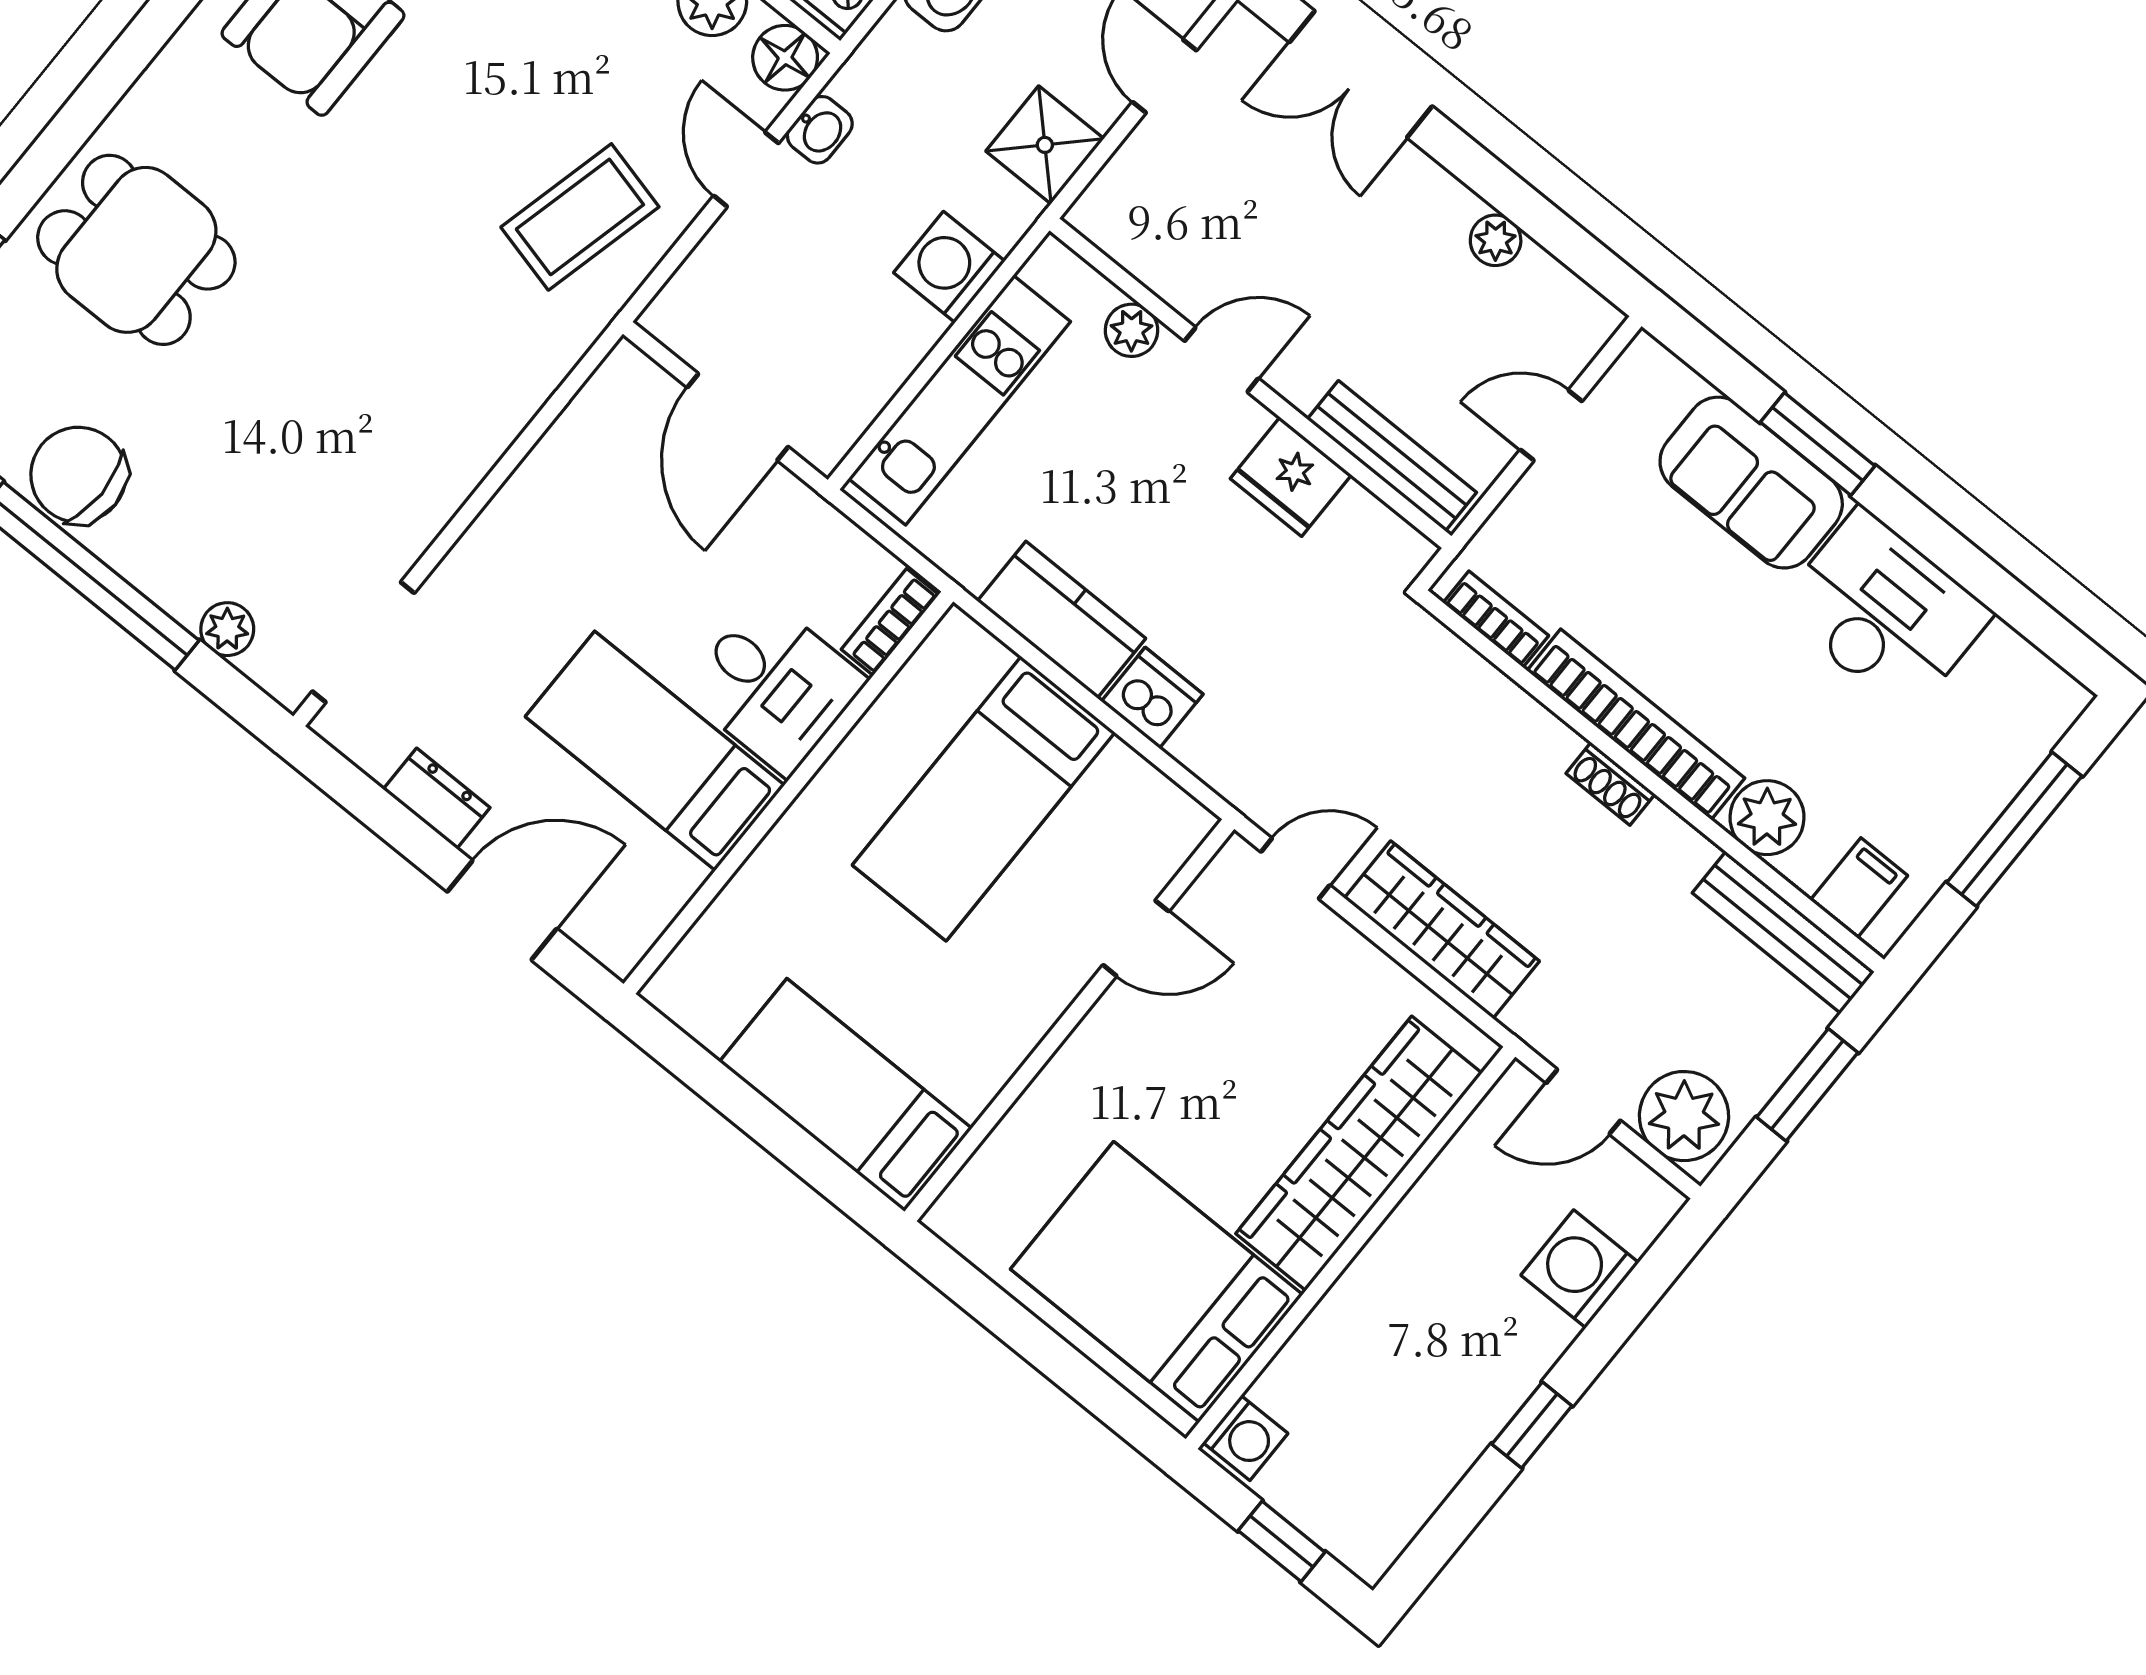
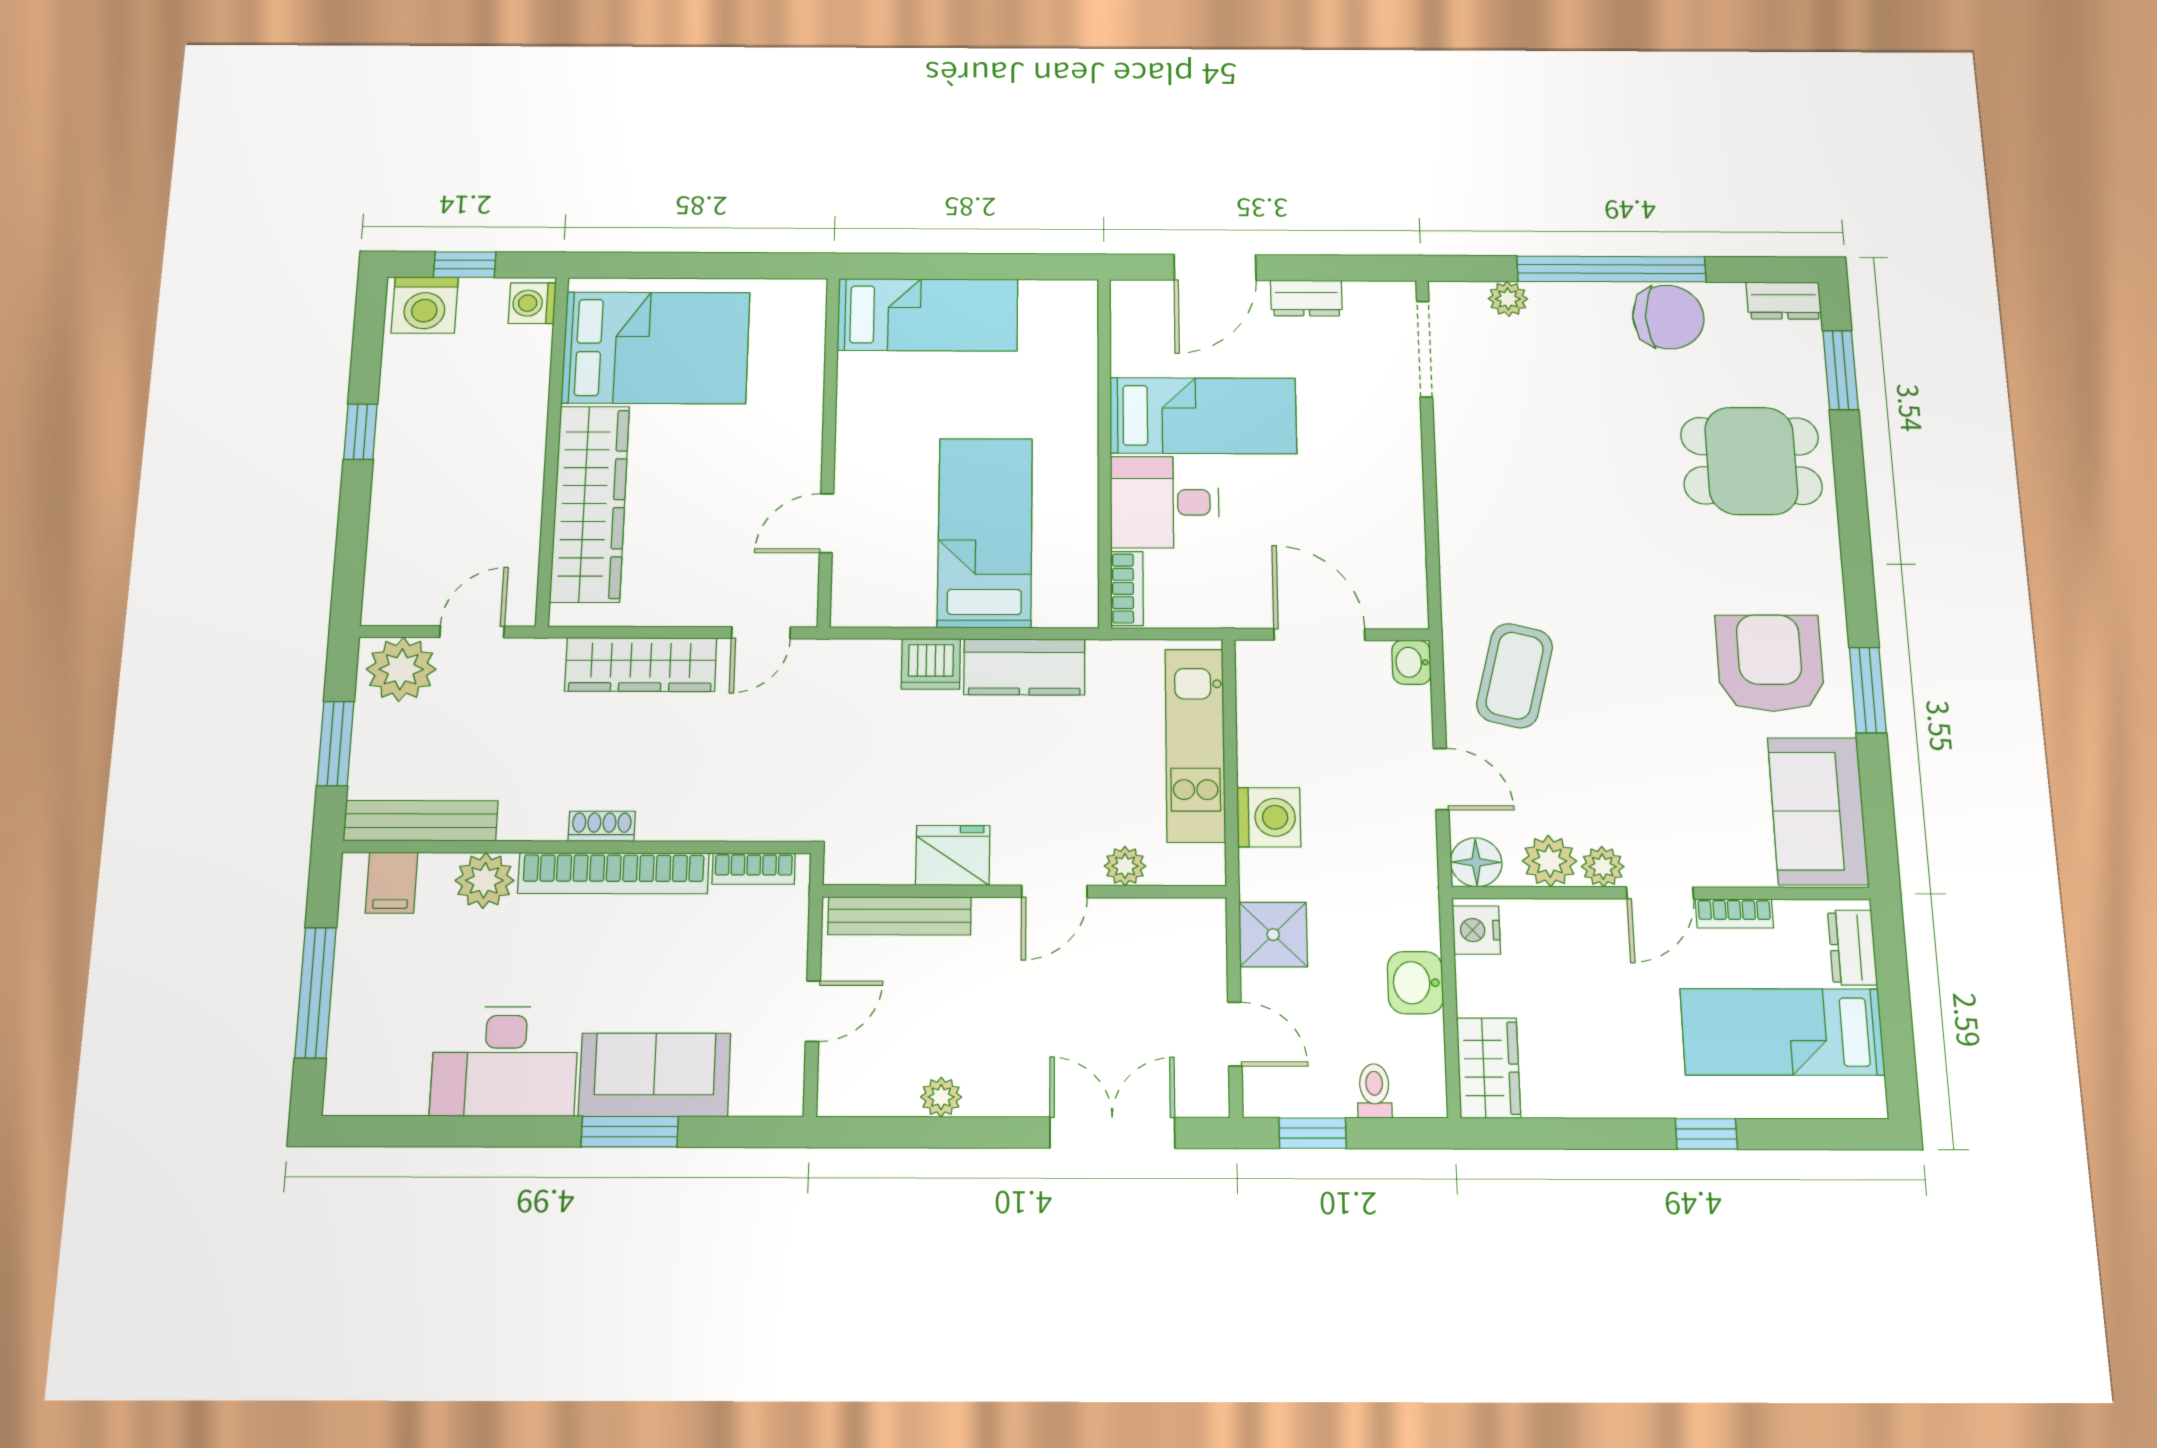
washbasin: (820, 130) -> (1411, 662), moved
washing machine: (1580, 1269) -> (425, 305), moved, turned 90

